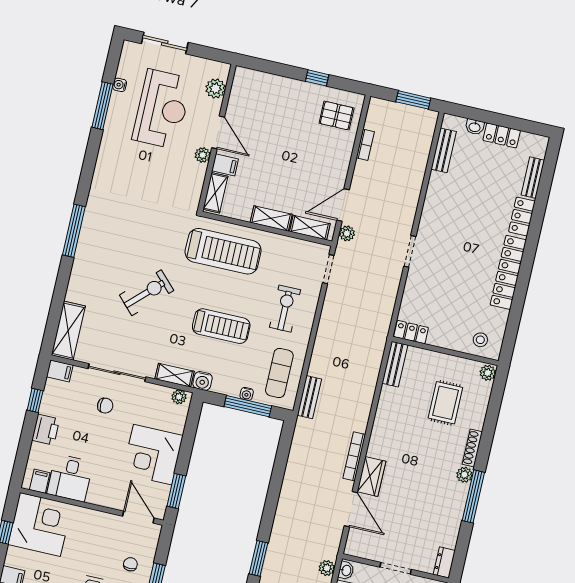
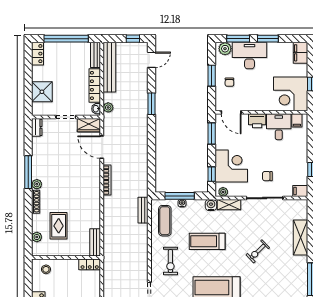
exercise bike: (147, 293) -> (258, 251), width x0.73, depth x0.72
shelving: (68, 331) -> (301, 237), moved
plant: (488, 373) -> (37, 237), moved
window: (191, 428) -> (212, 174), added
printer: (46, 430) -> (257, 121), moved, turned -90
corner desk: (153, 455) -> (231, 166), moved
wardrobe: (371, 477) -> (89, 125), moved, turned -90

